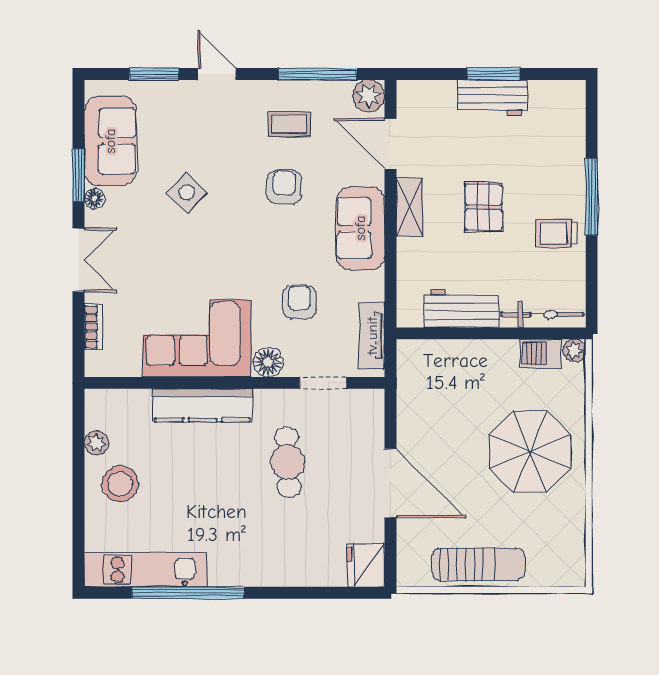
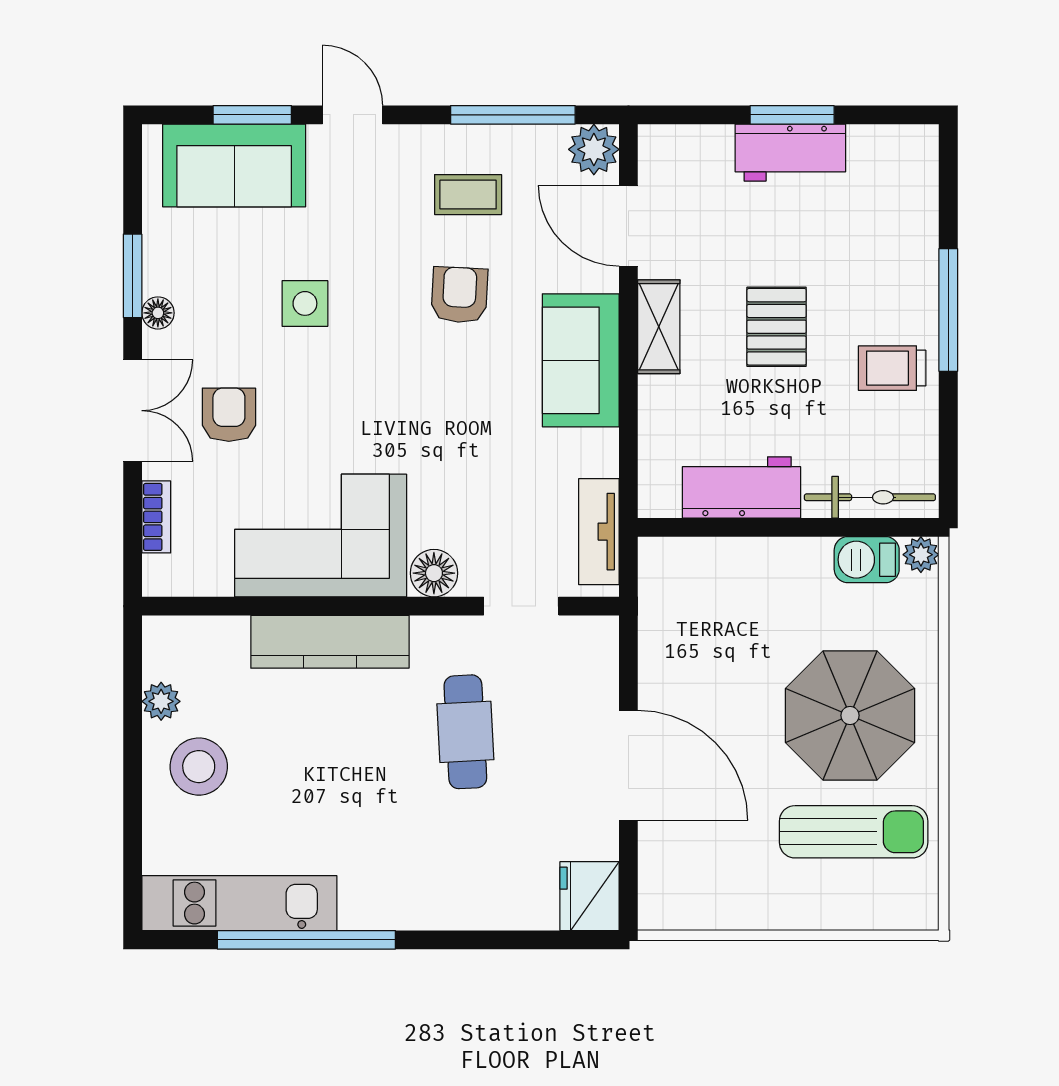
sofa: (110, 141) -> (234, 165), moved, turned 90
side table: (187, 193) -> (305, 303), turned 45
armchair: (300, 302) -> (229, 415), moved
sun lounger: (478, 564) -> (854, 832), moved

